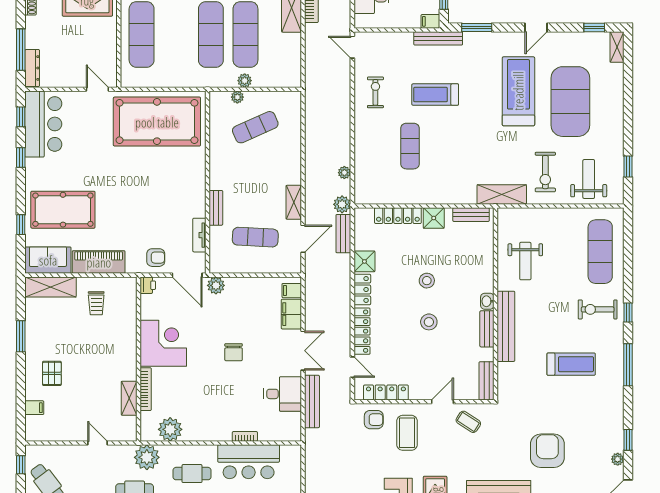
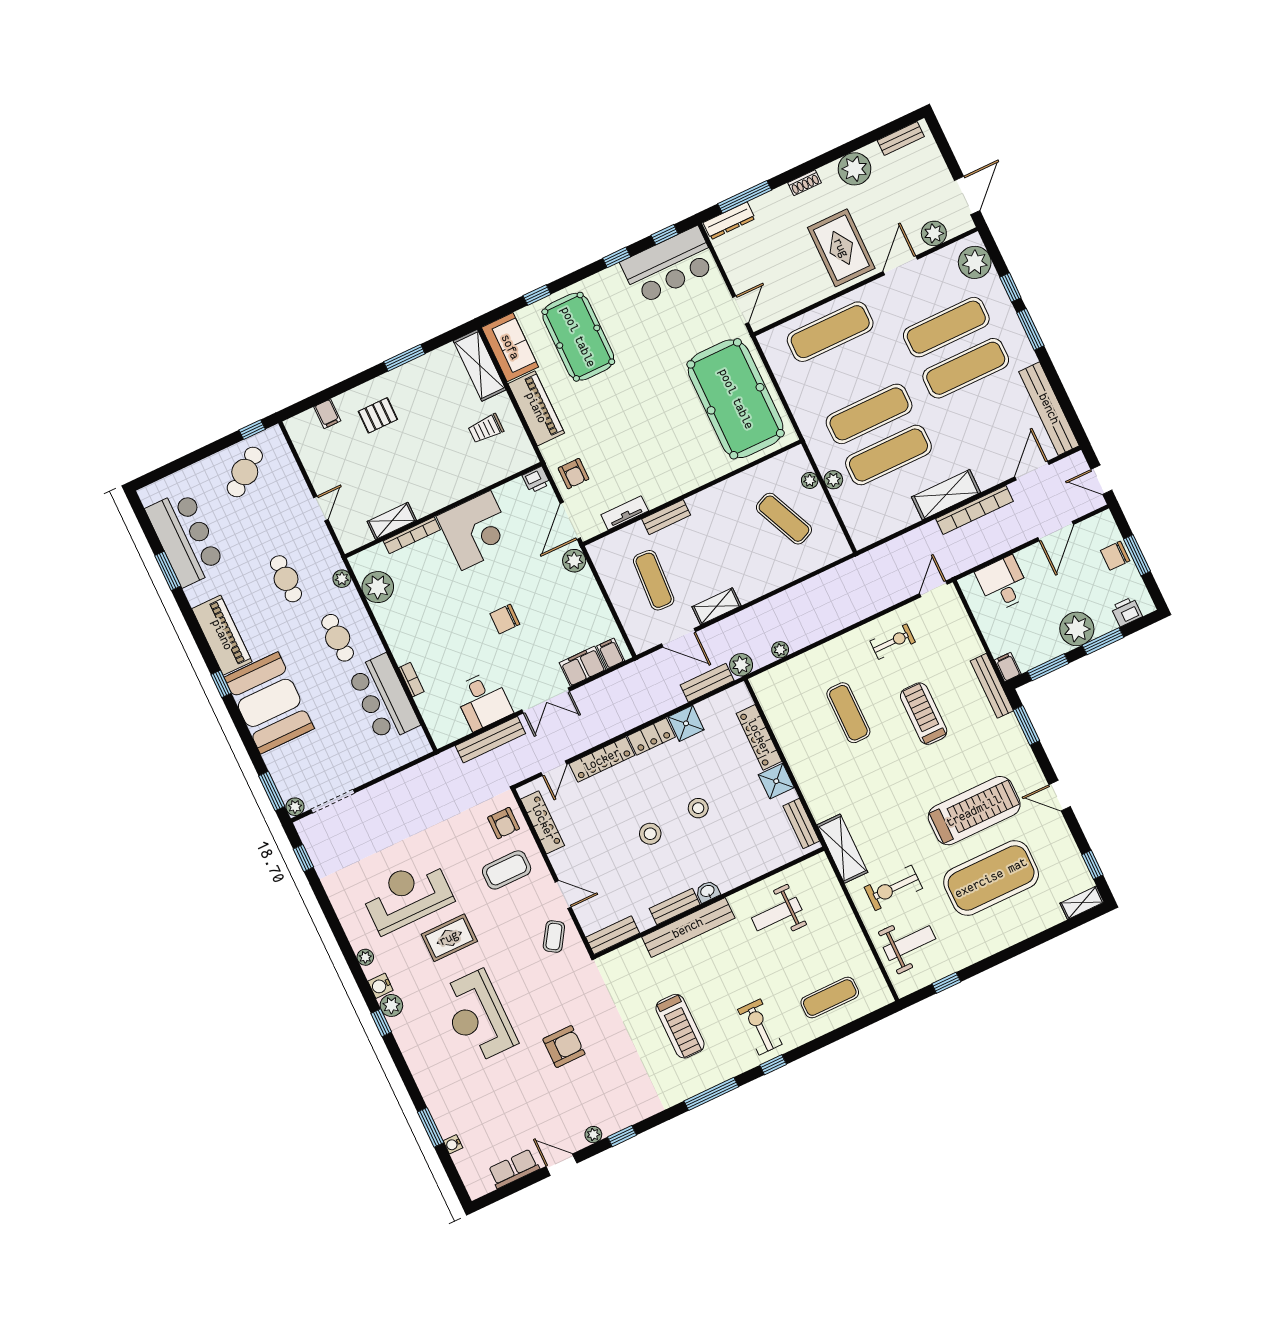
exercise mat: (410, 146) -> (848, 713), turned 90
exercise mat: (600, 252) -> (830, 998), width x0.73, depth x0.69
armchair: (547, 451) -> (564, 1047), width x0.73, depth x0.73
plant: (147, 457) -> (342, 579), width x0.53, depth x0.53

